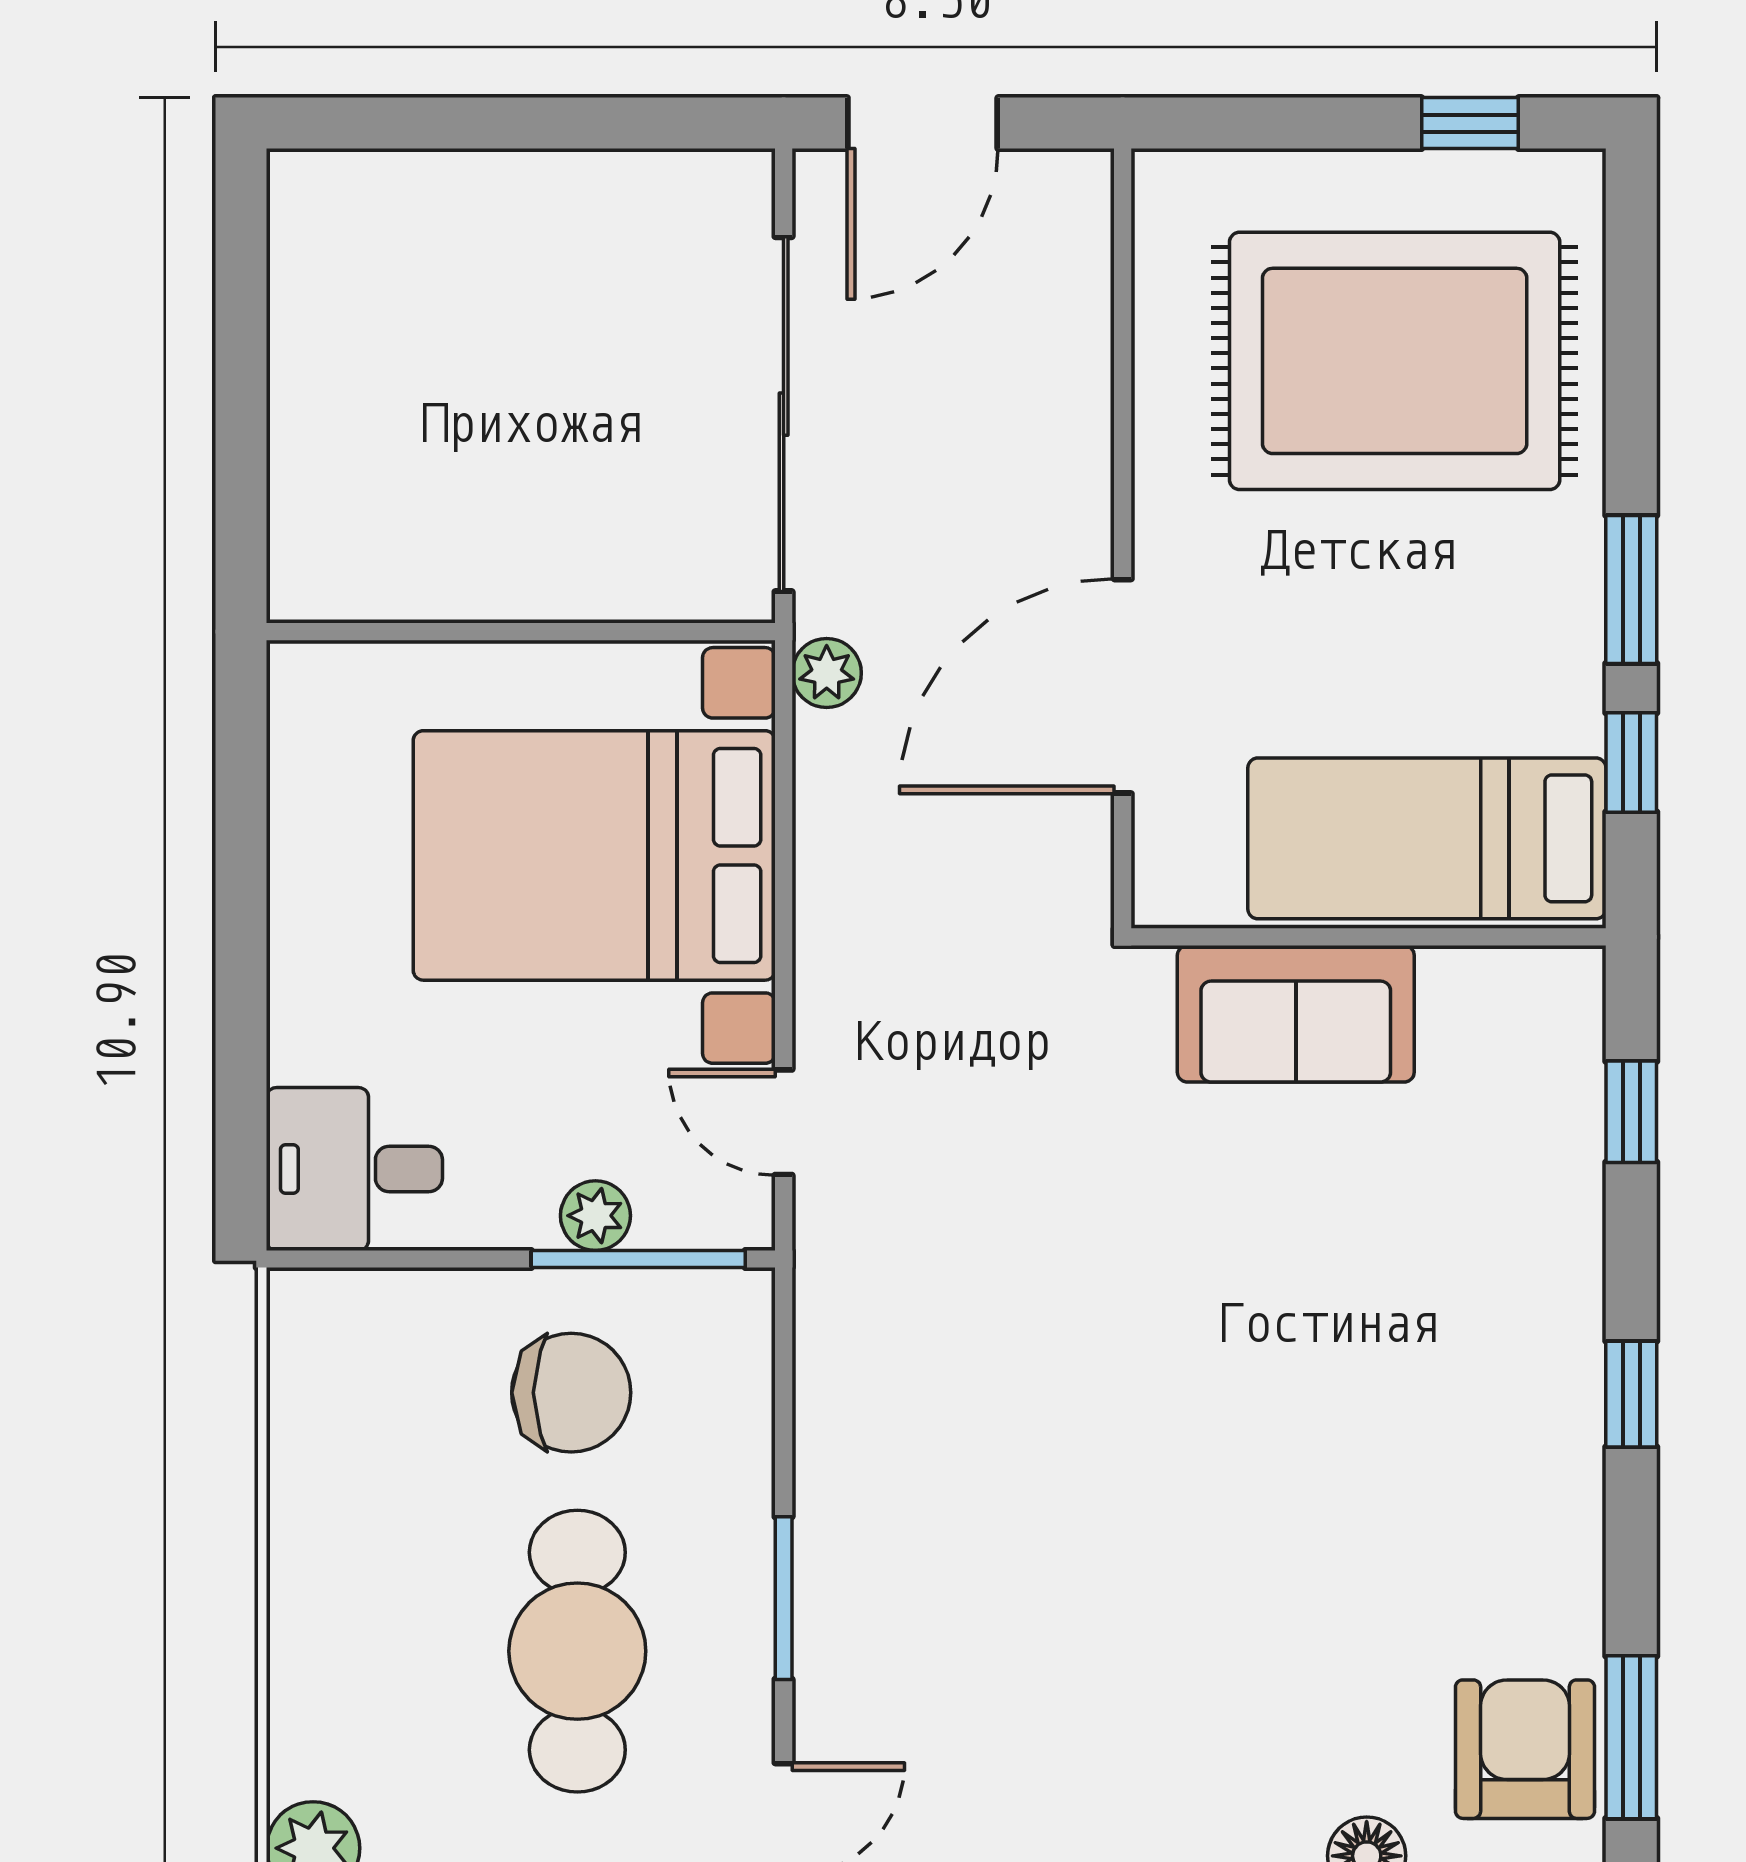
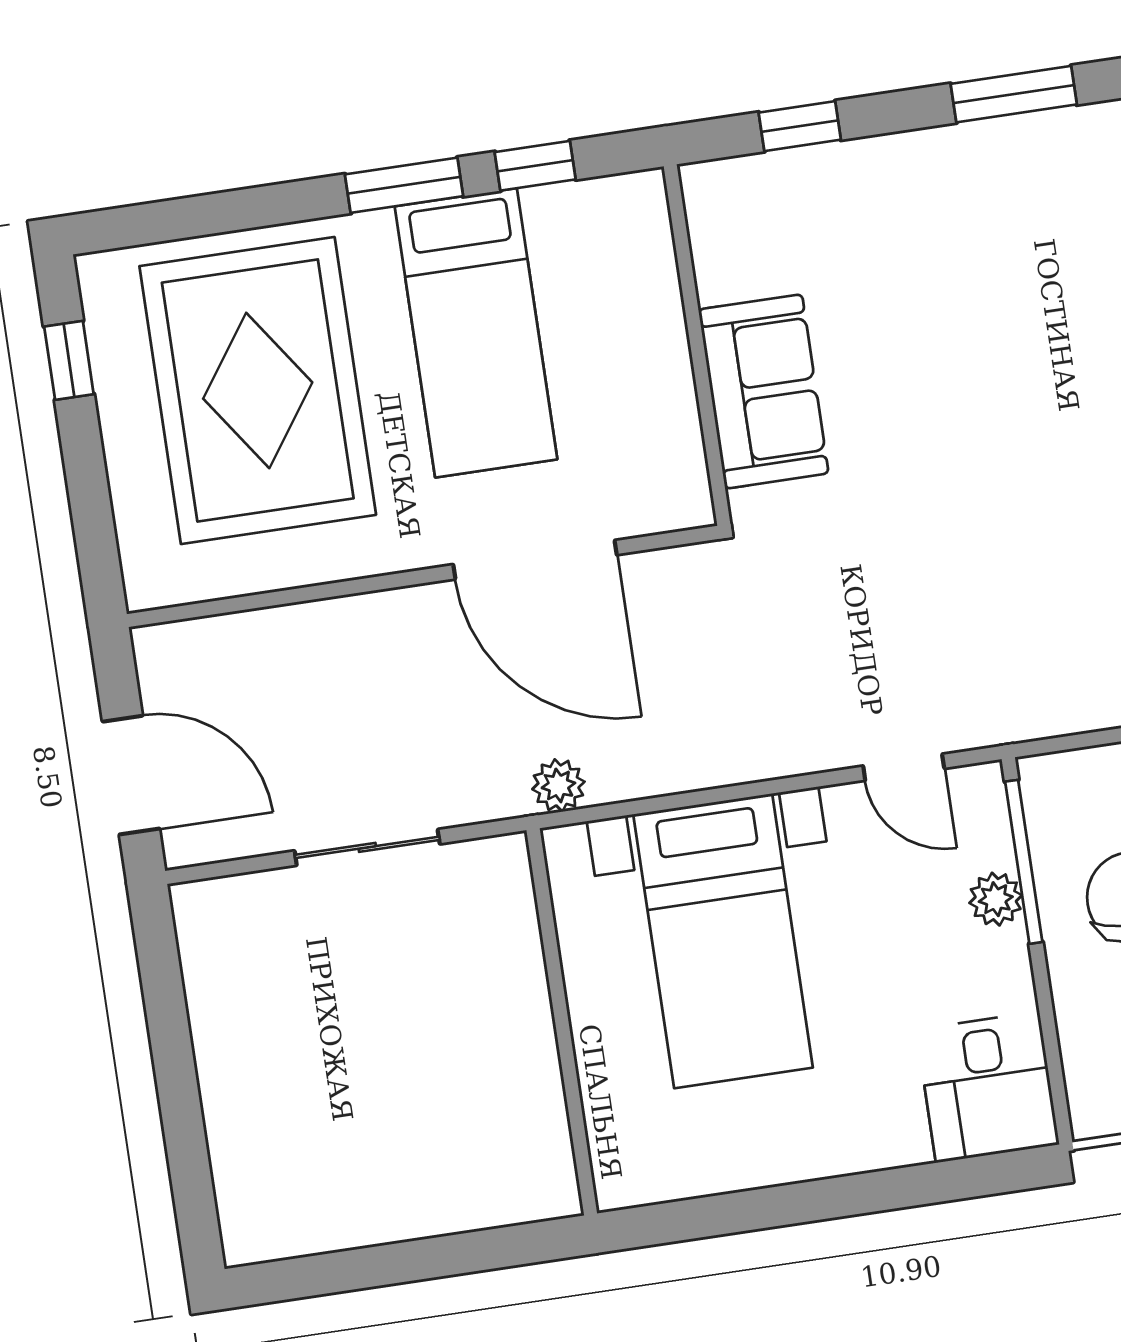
sliding door: (784, 414) -> (367, 847), width x0.54
bed: (1427, 838) -> (476, 333), moved
bed with nightstands: (594, 855) -> (723, 941), width x0.73
door: (784, 1122) -> (904, 767), hinge flipped
window: (1631, 1394) -> (1014, 94), width x1.50

